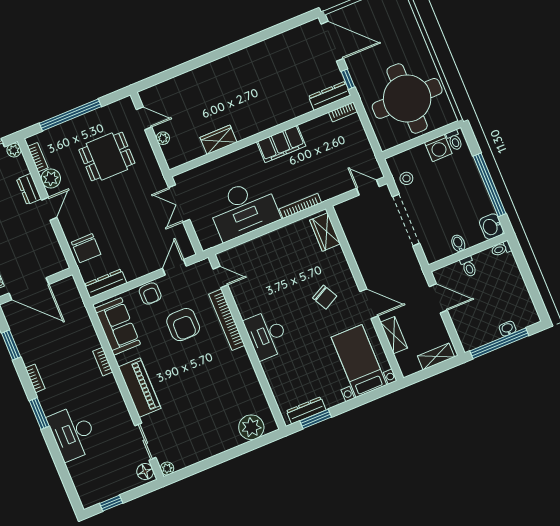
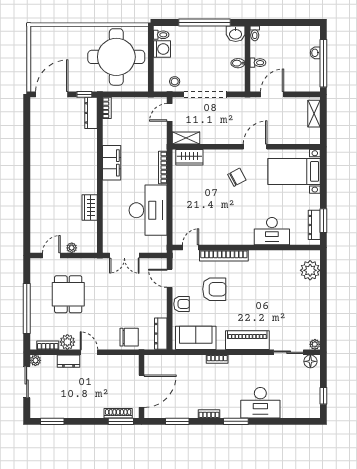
desk: (267, 335) -> (272, 231), moved
shelving: (394, 335) -> (186, 138), moved

